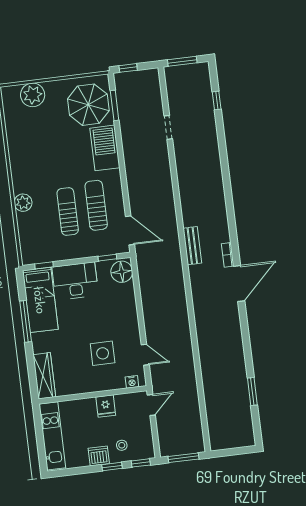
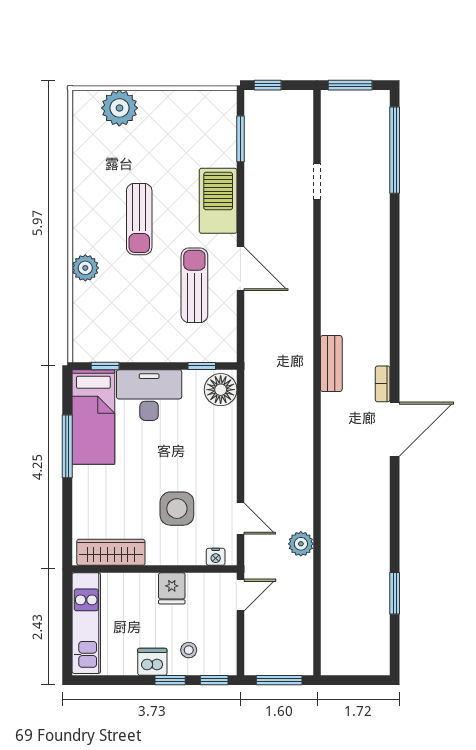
window: (217, 100) -> (395, 150), width x3.17
parasol: (88, 105) -> (201, 133), removed
sun lounger: (68, 211) -> (139, 219), moved, turned 180
door: (130, 230) -> (240, 269), moved
plant: (187, 366) -> (301, 544), added
wardrobe: (44, 376) -> (111, 552), moved, turned -90

